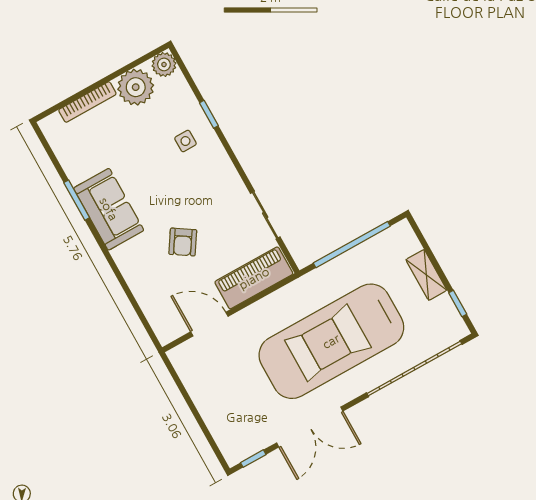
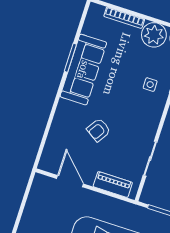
sofa: (109, 209) -> (83, 70), width x1.36
piano: (254, 278) -> (113, 184), width x0.73, depth x0.75

